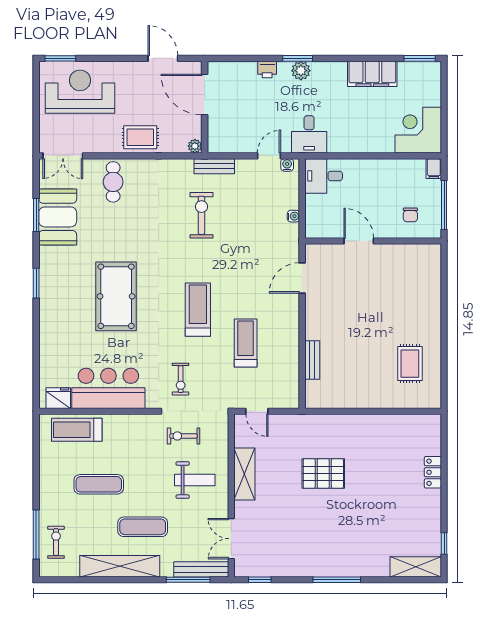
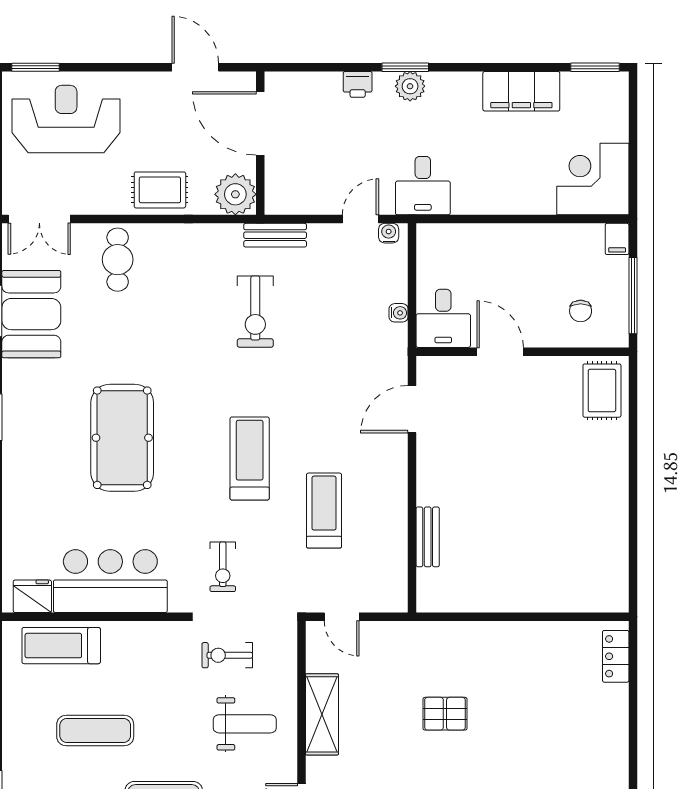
plant: (195, 146) -> (235, 194), width x1.87, depth x1.87
desk: (324, 176) -> (443, 318), moved, turned -90
exercise bike: (201, 215) -> (255, 312), turned 180
rug: (410, 364) -> (602, 391), moved
locker: (433, 472) -> (616, 656), moved
pallet: (323, 474) -> (445, 714), width x0.67, depth x0.71

